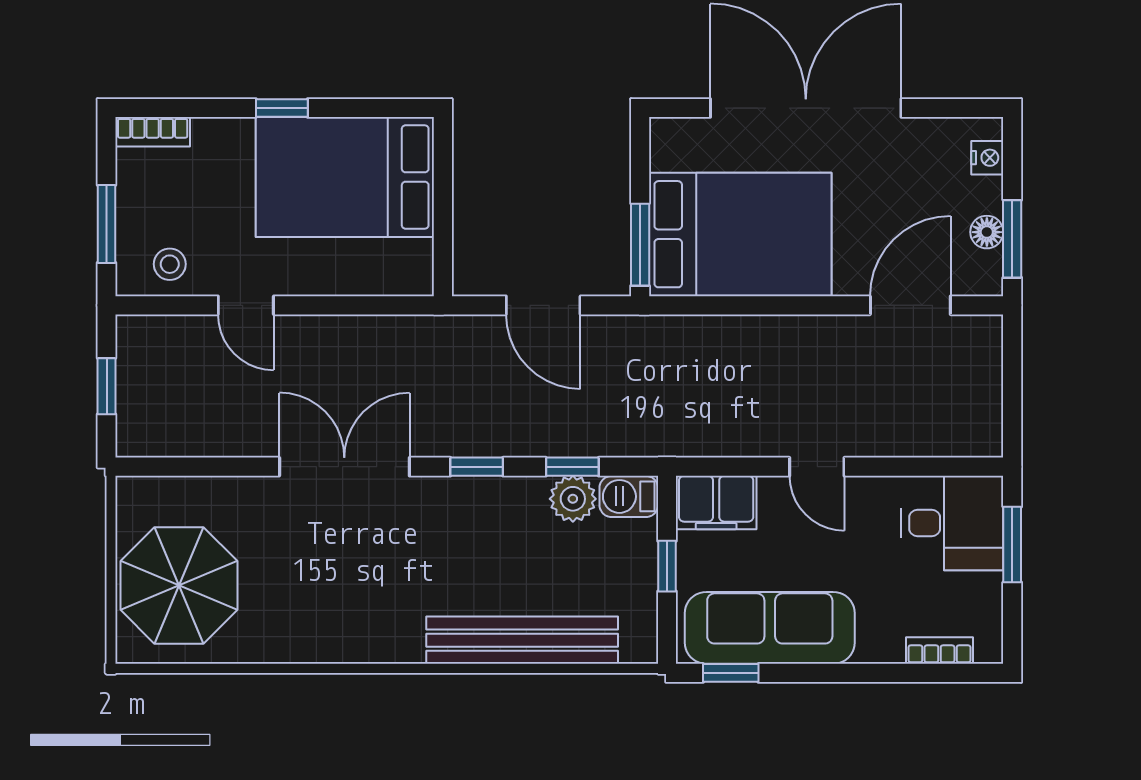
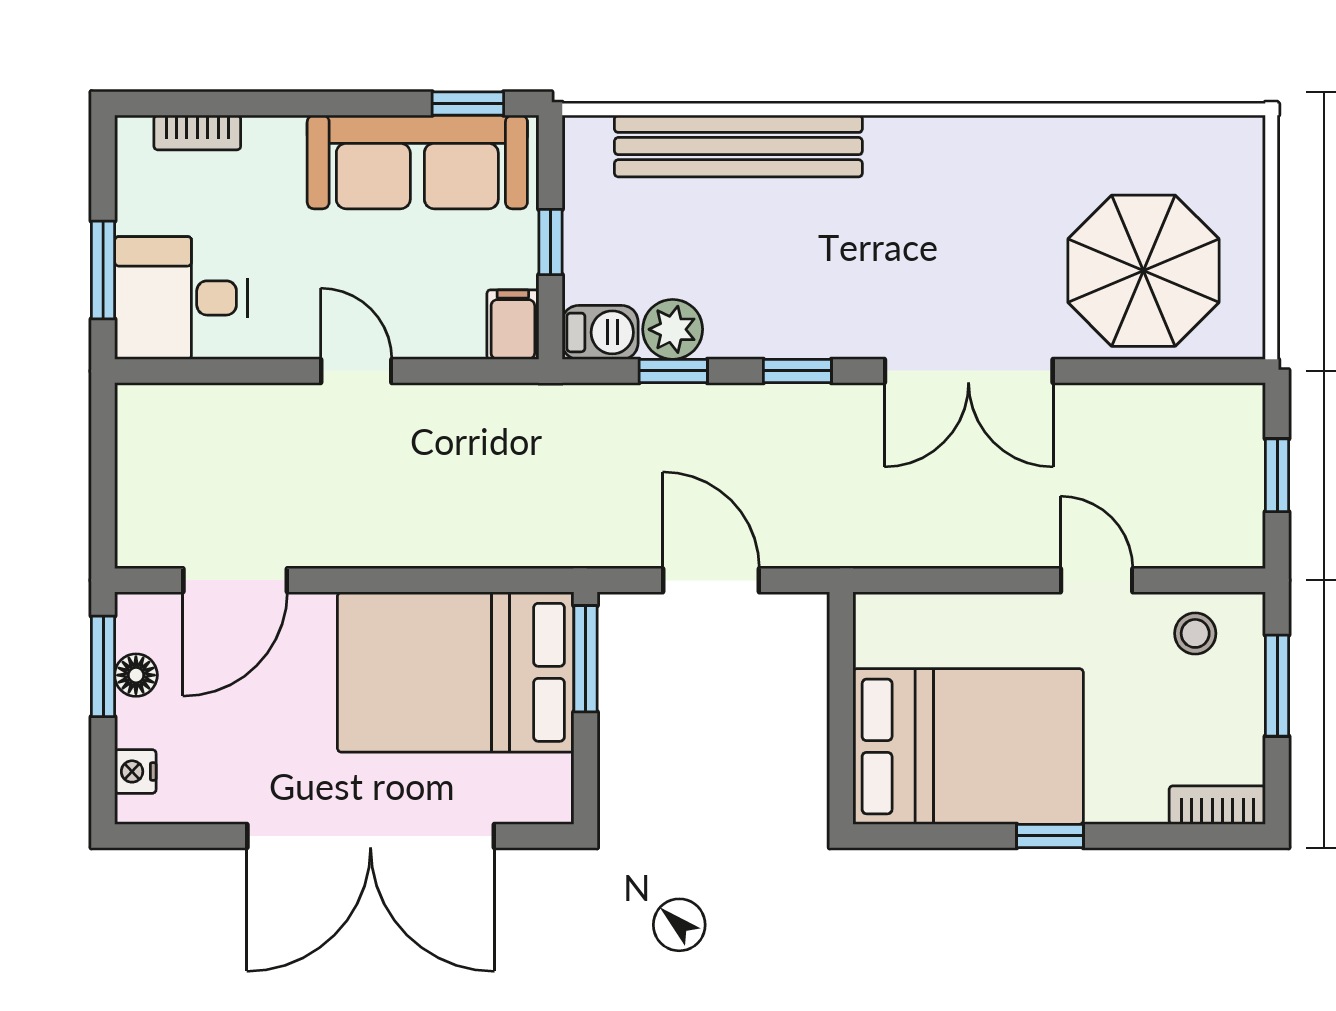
filing cabinet: (716, 502) -> (513, 325), width x0.50
parasol: (179, 585) -> (1143, 271), moved

